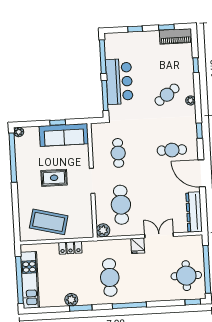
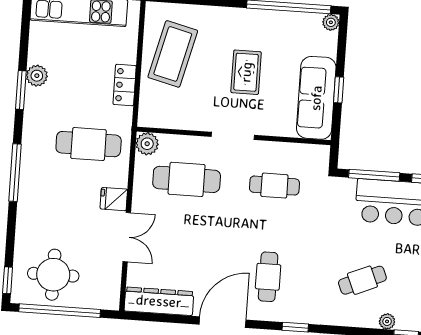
cafe table: (167, 95) -> (362, 280), turned -76
plant: (191, 100) -> (387, 321), moved
cafe table: (110, 277) -> (89, 144), moved

